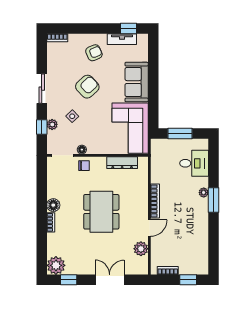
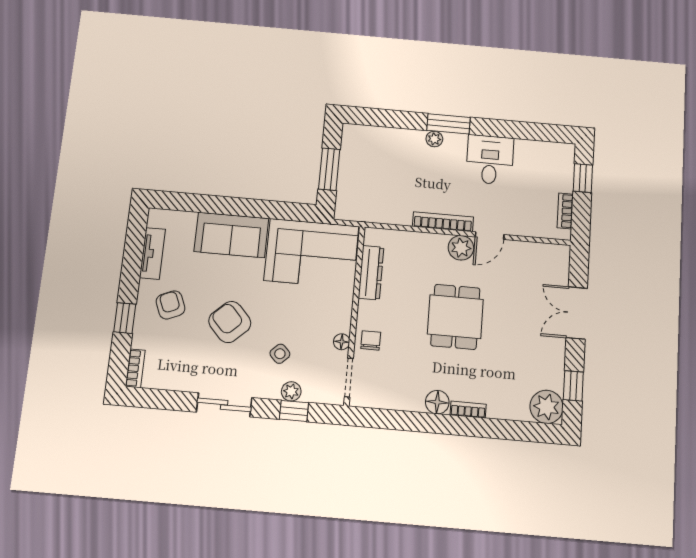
window: (128, 28) -> (125, 318), moved
desk: (194, 163) -> (490, 160), moved
dining table: (101, 212) -> (455, 317), width x0.73
door: (149, 228) -> (490, 236), swing flipped
plant: (141, 249) -> (461, 248), moved

